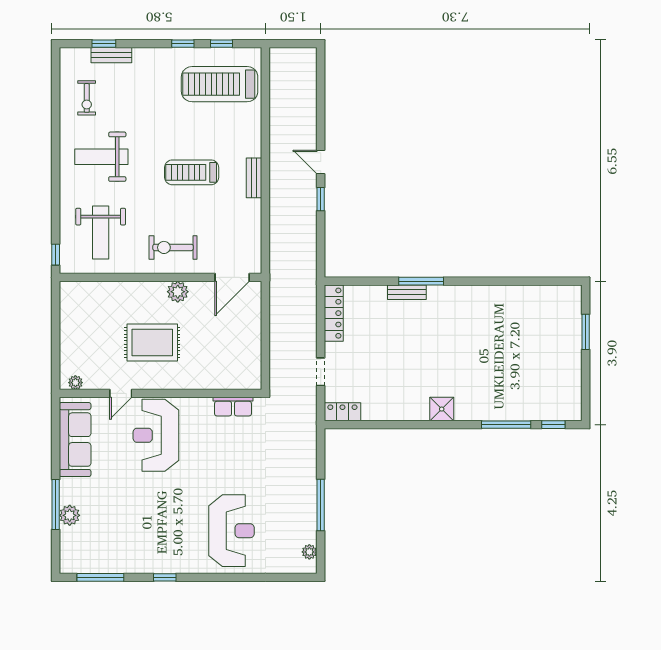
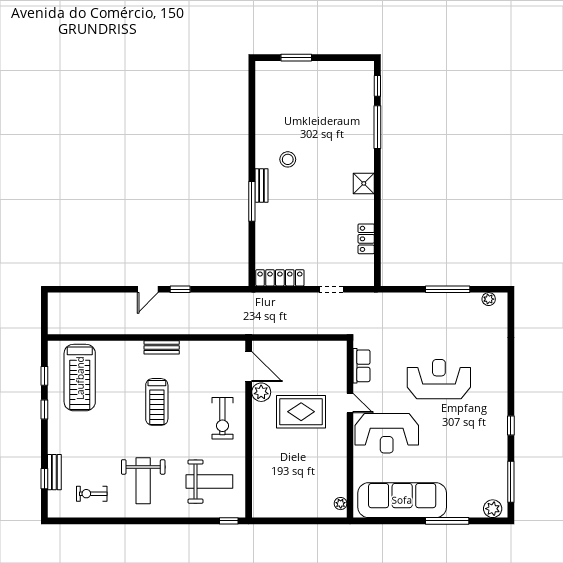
exercise bike: (87, 98) -> (92, 494), turned 180
plant: (178, 292) -> (261, 392), moved
bench: (407, 292) -> (262, 186), moved
stool: (469, 322) -> (288, 159), added
rug: (152, 342) -> (301, 412), moved, turned 90
door: (121, 393) -> (350, 403), moved
locker: (342, 412) -> (366, 239), moved
sofa: (75, 440) -> (402, 500), width x1.36, depth x1.27
plant: (70, 515) -> (493, 509), moved
reception desk: (231, 531) -> (439, 379), moved

